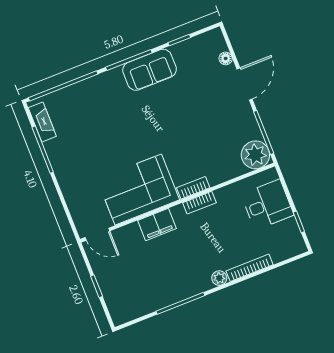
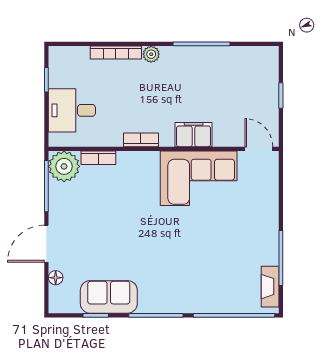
sofa: (150, 70) -> (109, 297), moved
bookcase: (193, 188) -> (98, 158), moved

